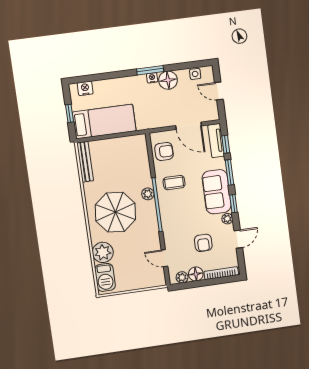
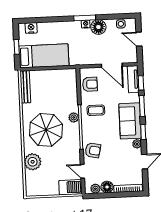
armchair: (203, 243) -> (93, 150), moved, turned -78
barbecue: (105, 277) -> (70, 187), moved, turned -90

